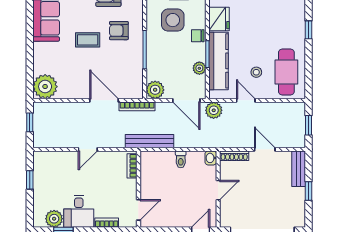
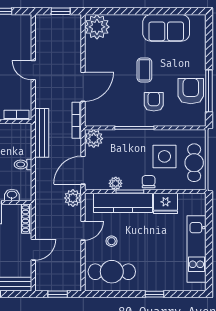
washbasin: (211, 158) -> (12, 195), moved

